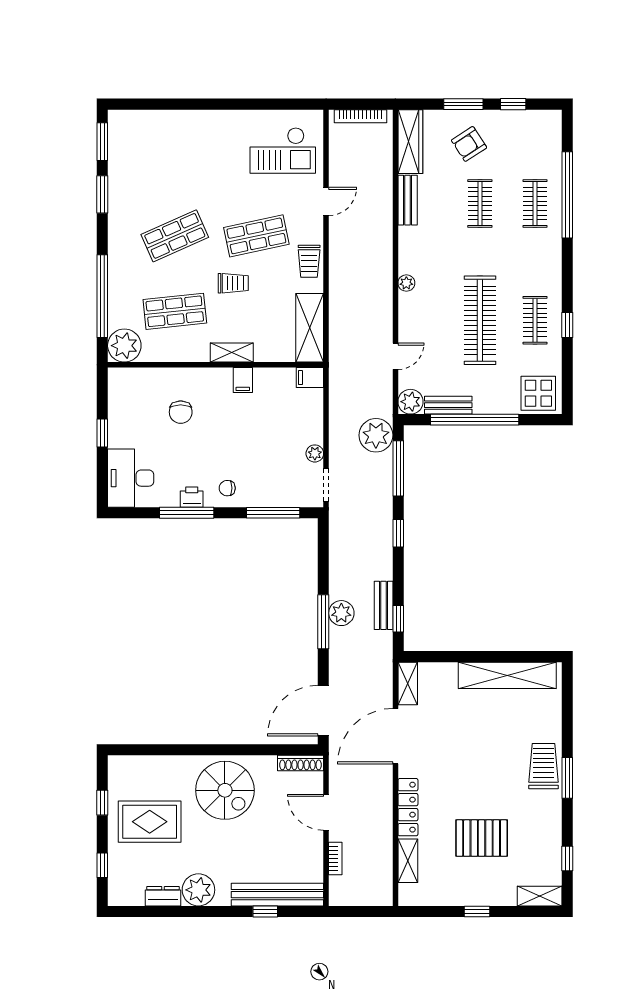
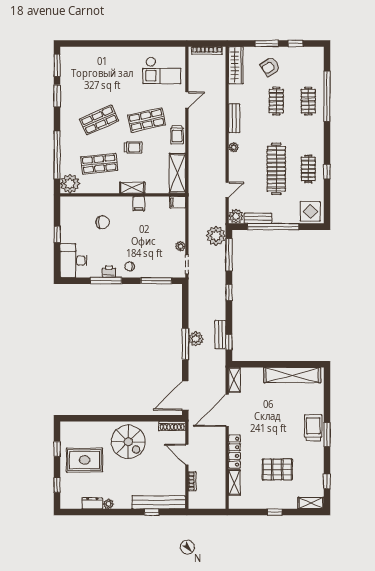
bench: (408, 200) -> (234, 118), moved
chair: (181, 412) -> (103, 222), turned -90
plant: (198, 890) -> (109, 504), width x0.53, depth x0.53

